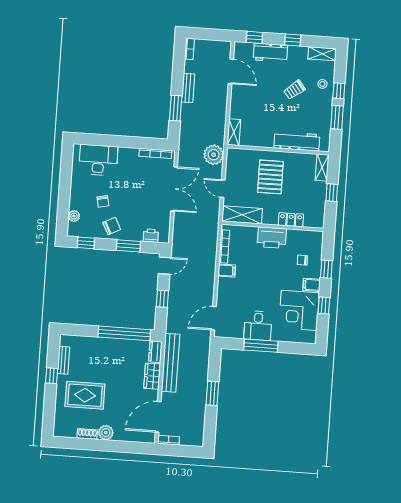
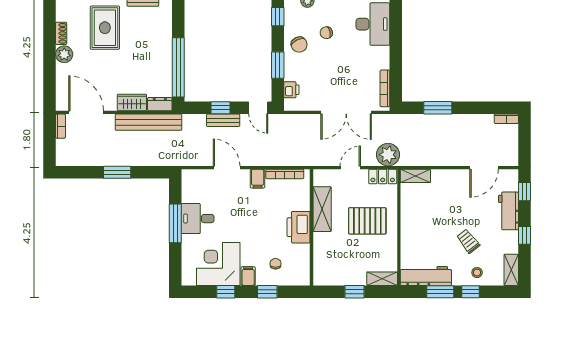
bench: (188, 88) -> (223, 120), moved
workbench: (297, 141) -> (426, 276), moved, turned -90
shelving: (242, 215) -> (322, 209), moved
locker: (291, 220) -> (383, 177), moved, turned 90
door: (214, 318) -> (227, 168), moved

